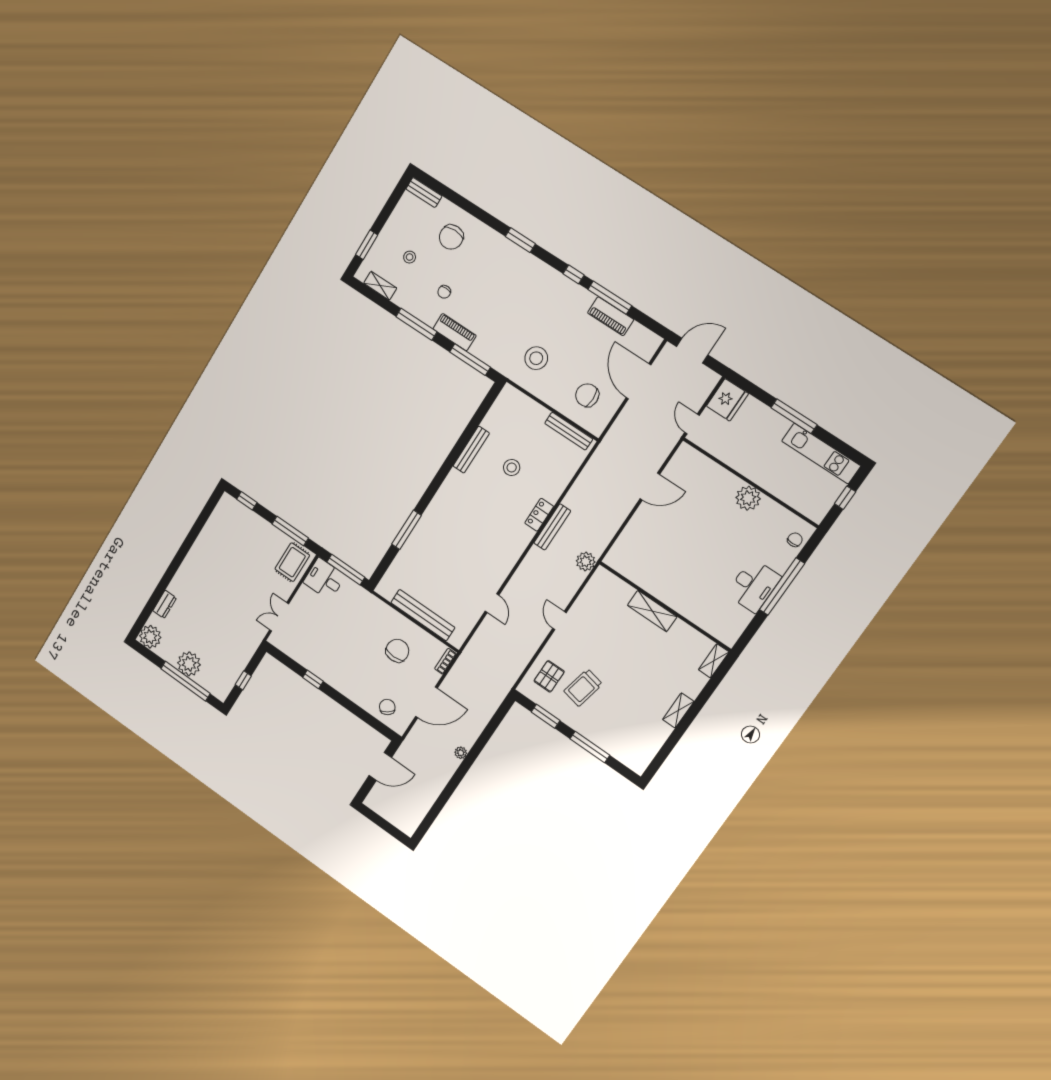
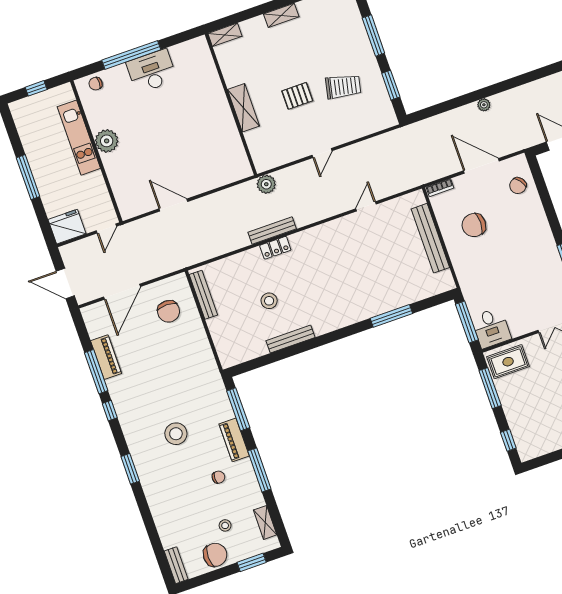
chair: (451, 237) -> (215, 555), moved
stool: (536, 358) -> (176, 434), moved
kitchen unit: (821, 453) -> (79, 138), moved, turned 180
pallet: (549, 676) -> (297, 96), moved

